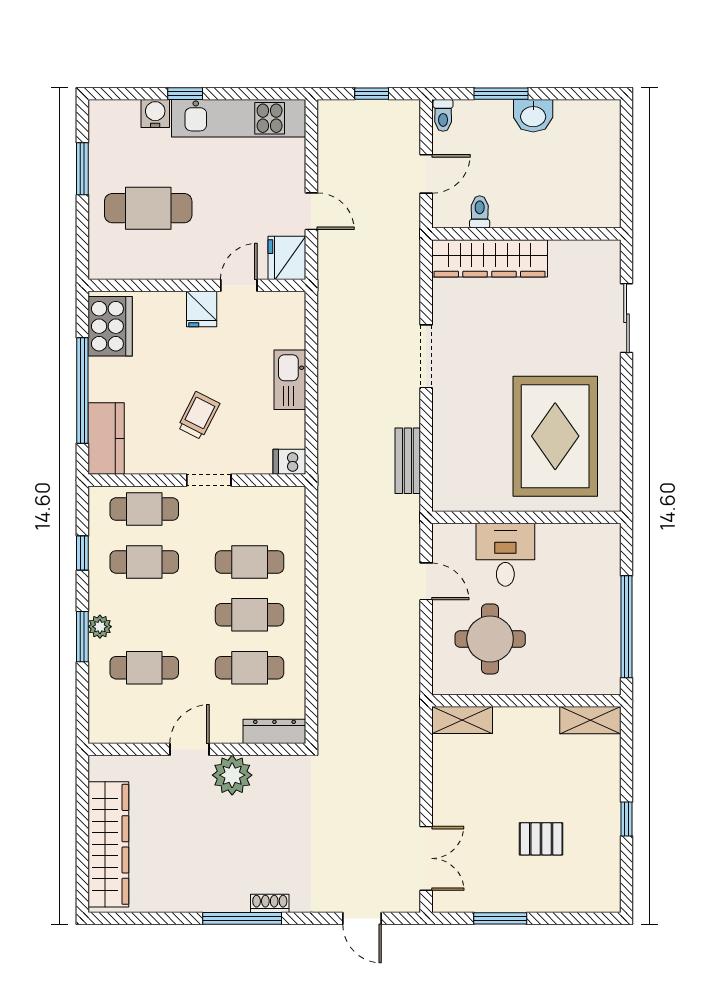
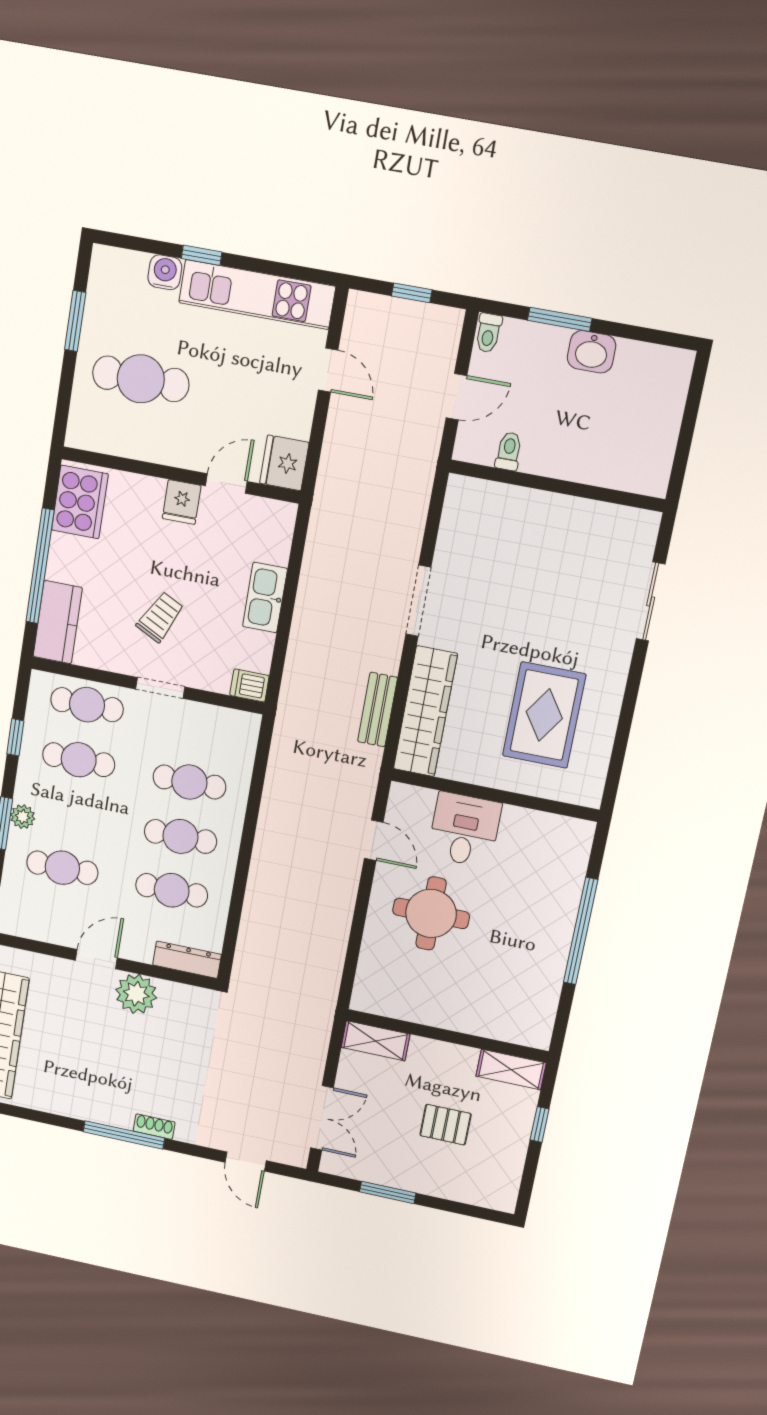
door: (311, 211) -> (328, 370), moved
wardrobe: (490, 258) -> (425, 711), moved, turned -90
rug: (555, 436) -> (544, 715), width x0.73, depth x0.69
wall: (526, 701) -> (447, 1036), moved
shelving: (462, 720) -> (376, 1041), moved
shelving: (590, 720) -> (511, 1070), moved

